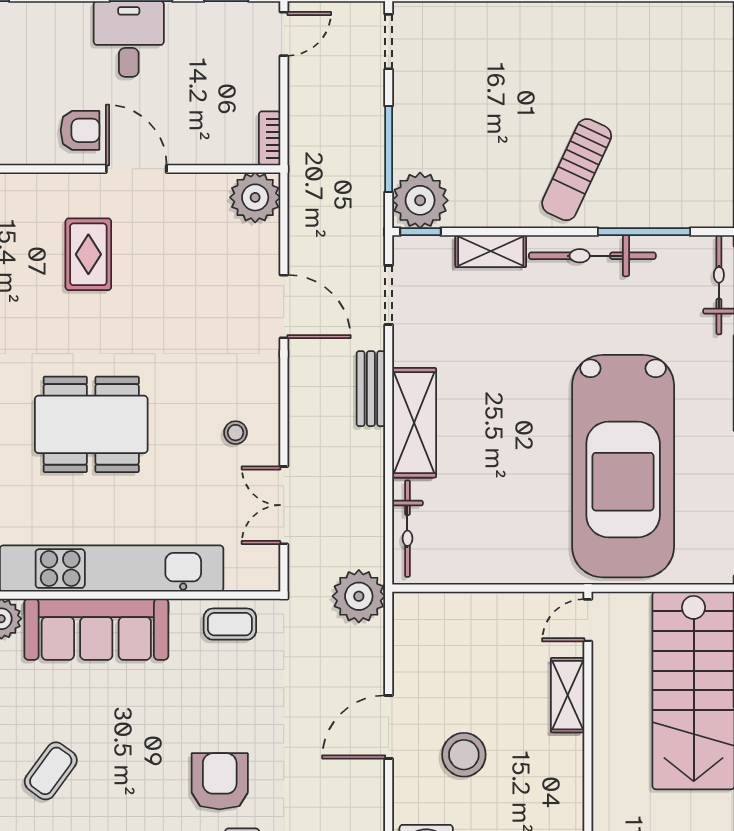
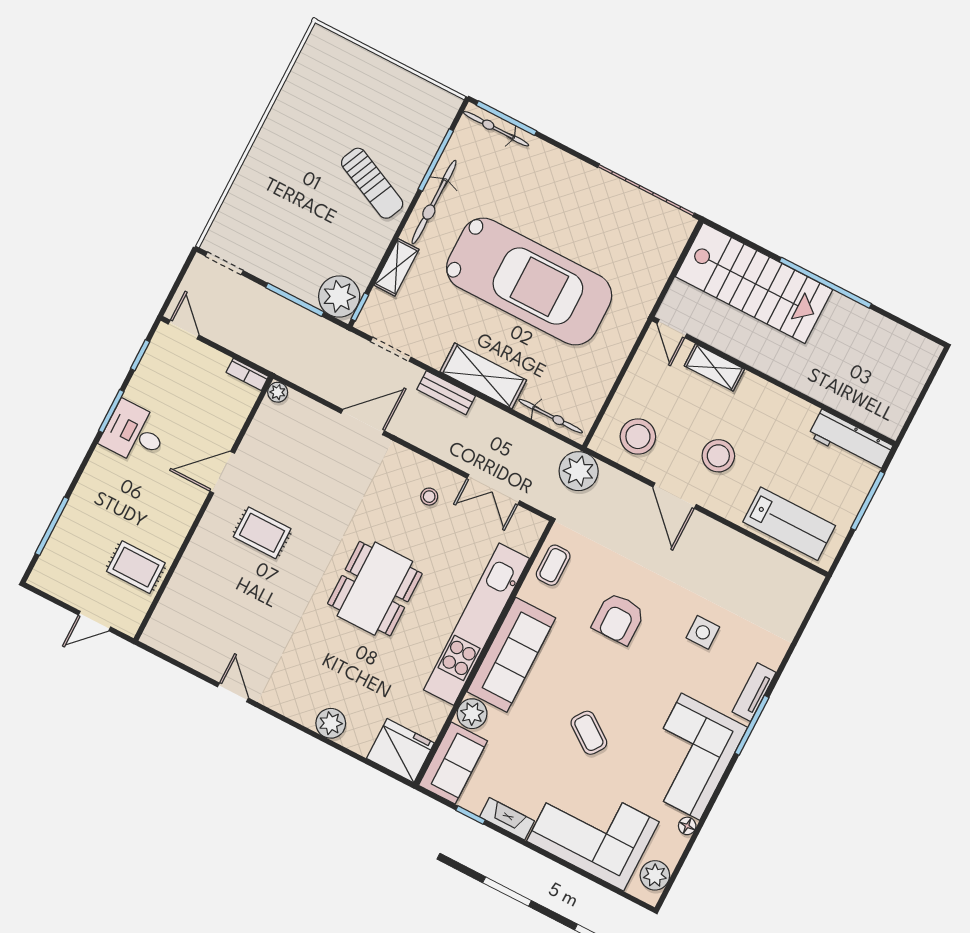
armchair: (80, 130) -> (178, 496), removed
plant: (255, 197) -> (278, 392), width x0.53, depth x0.53
car: (623, 466) -> (529, 282), moved
stool: (437, 646) -> (638, 437), added
armchair: (220, 781) -> (619, 619), moved, turned -90

